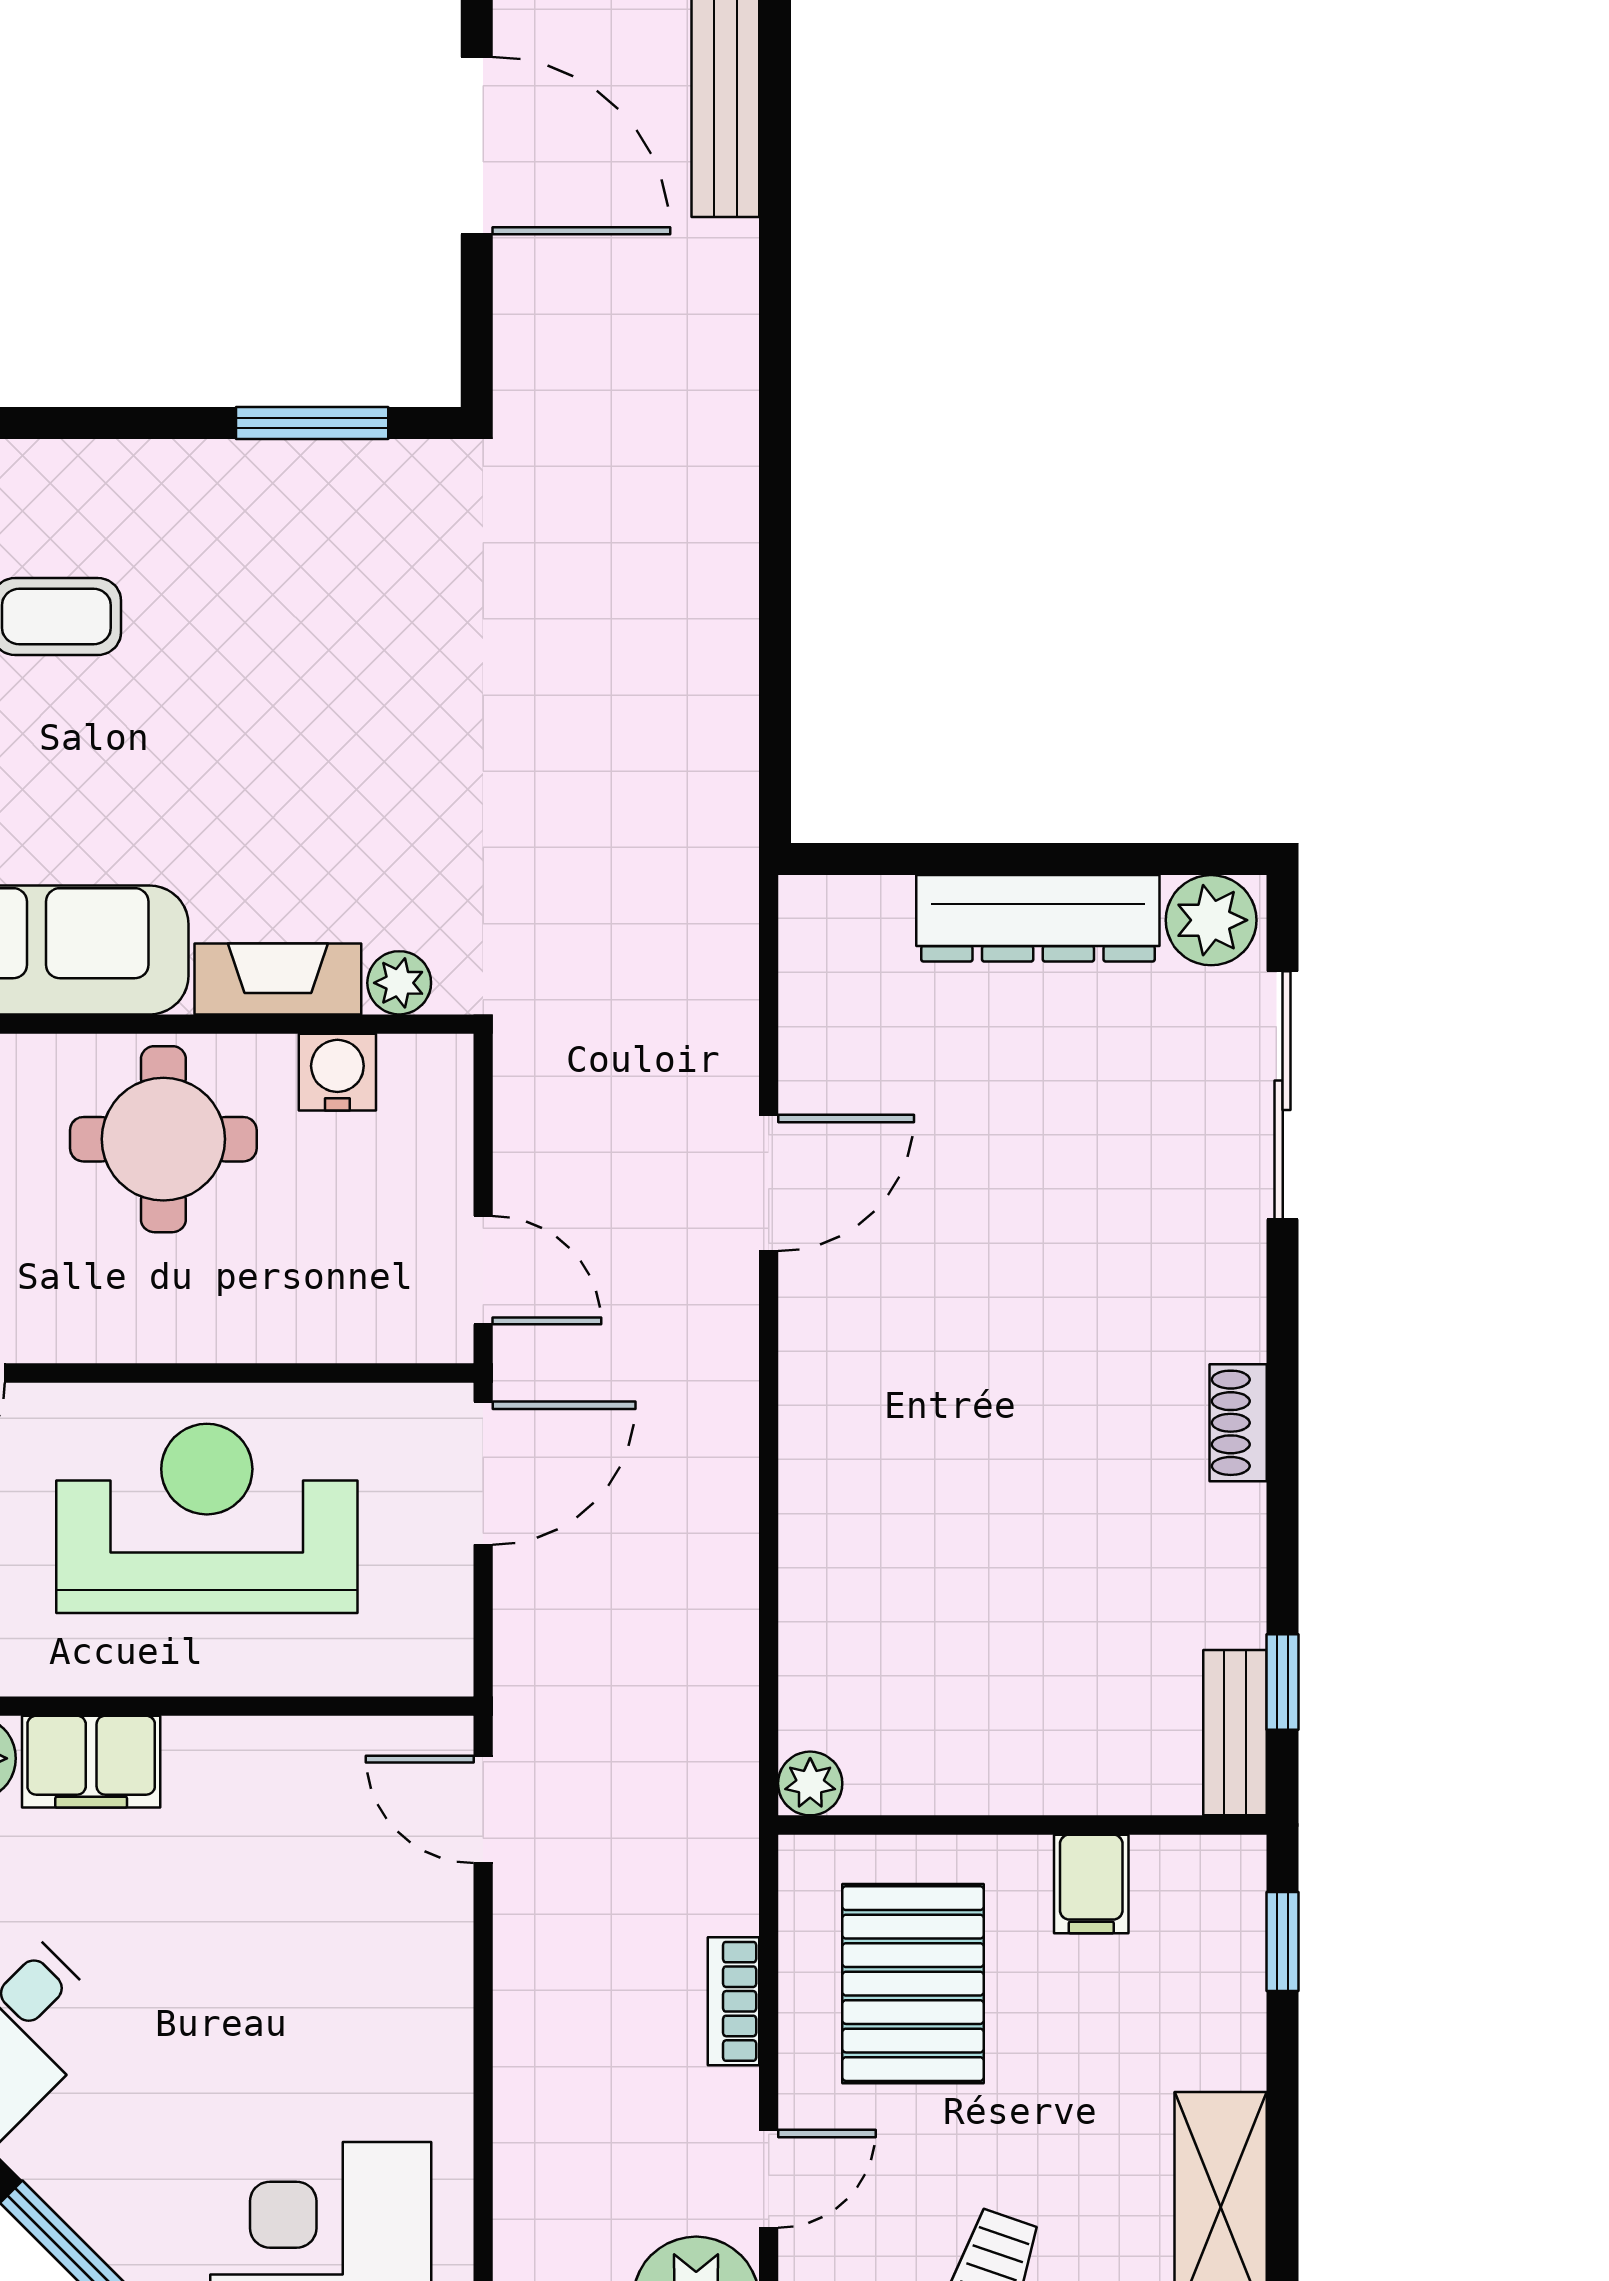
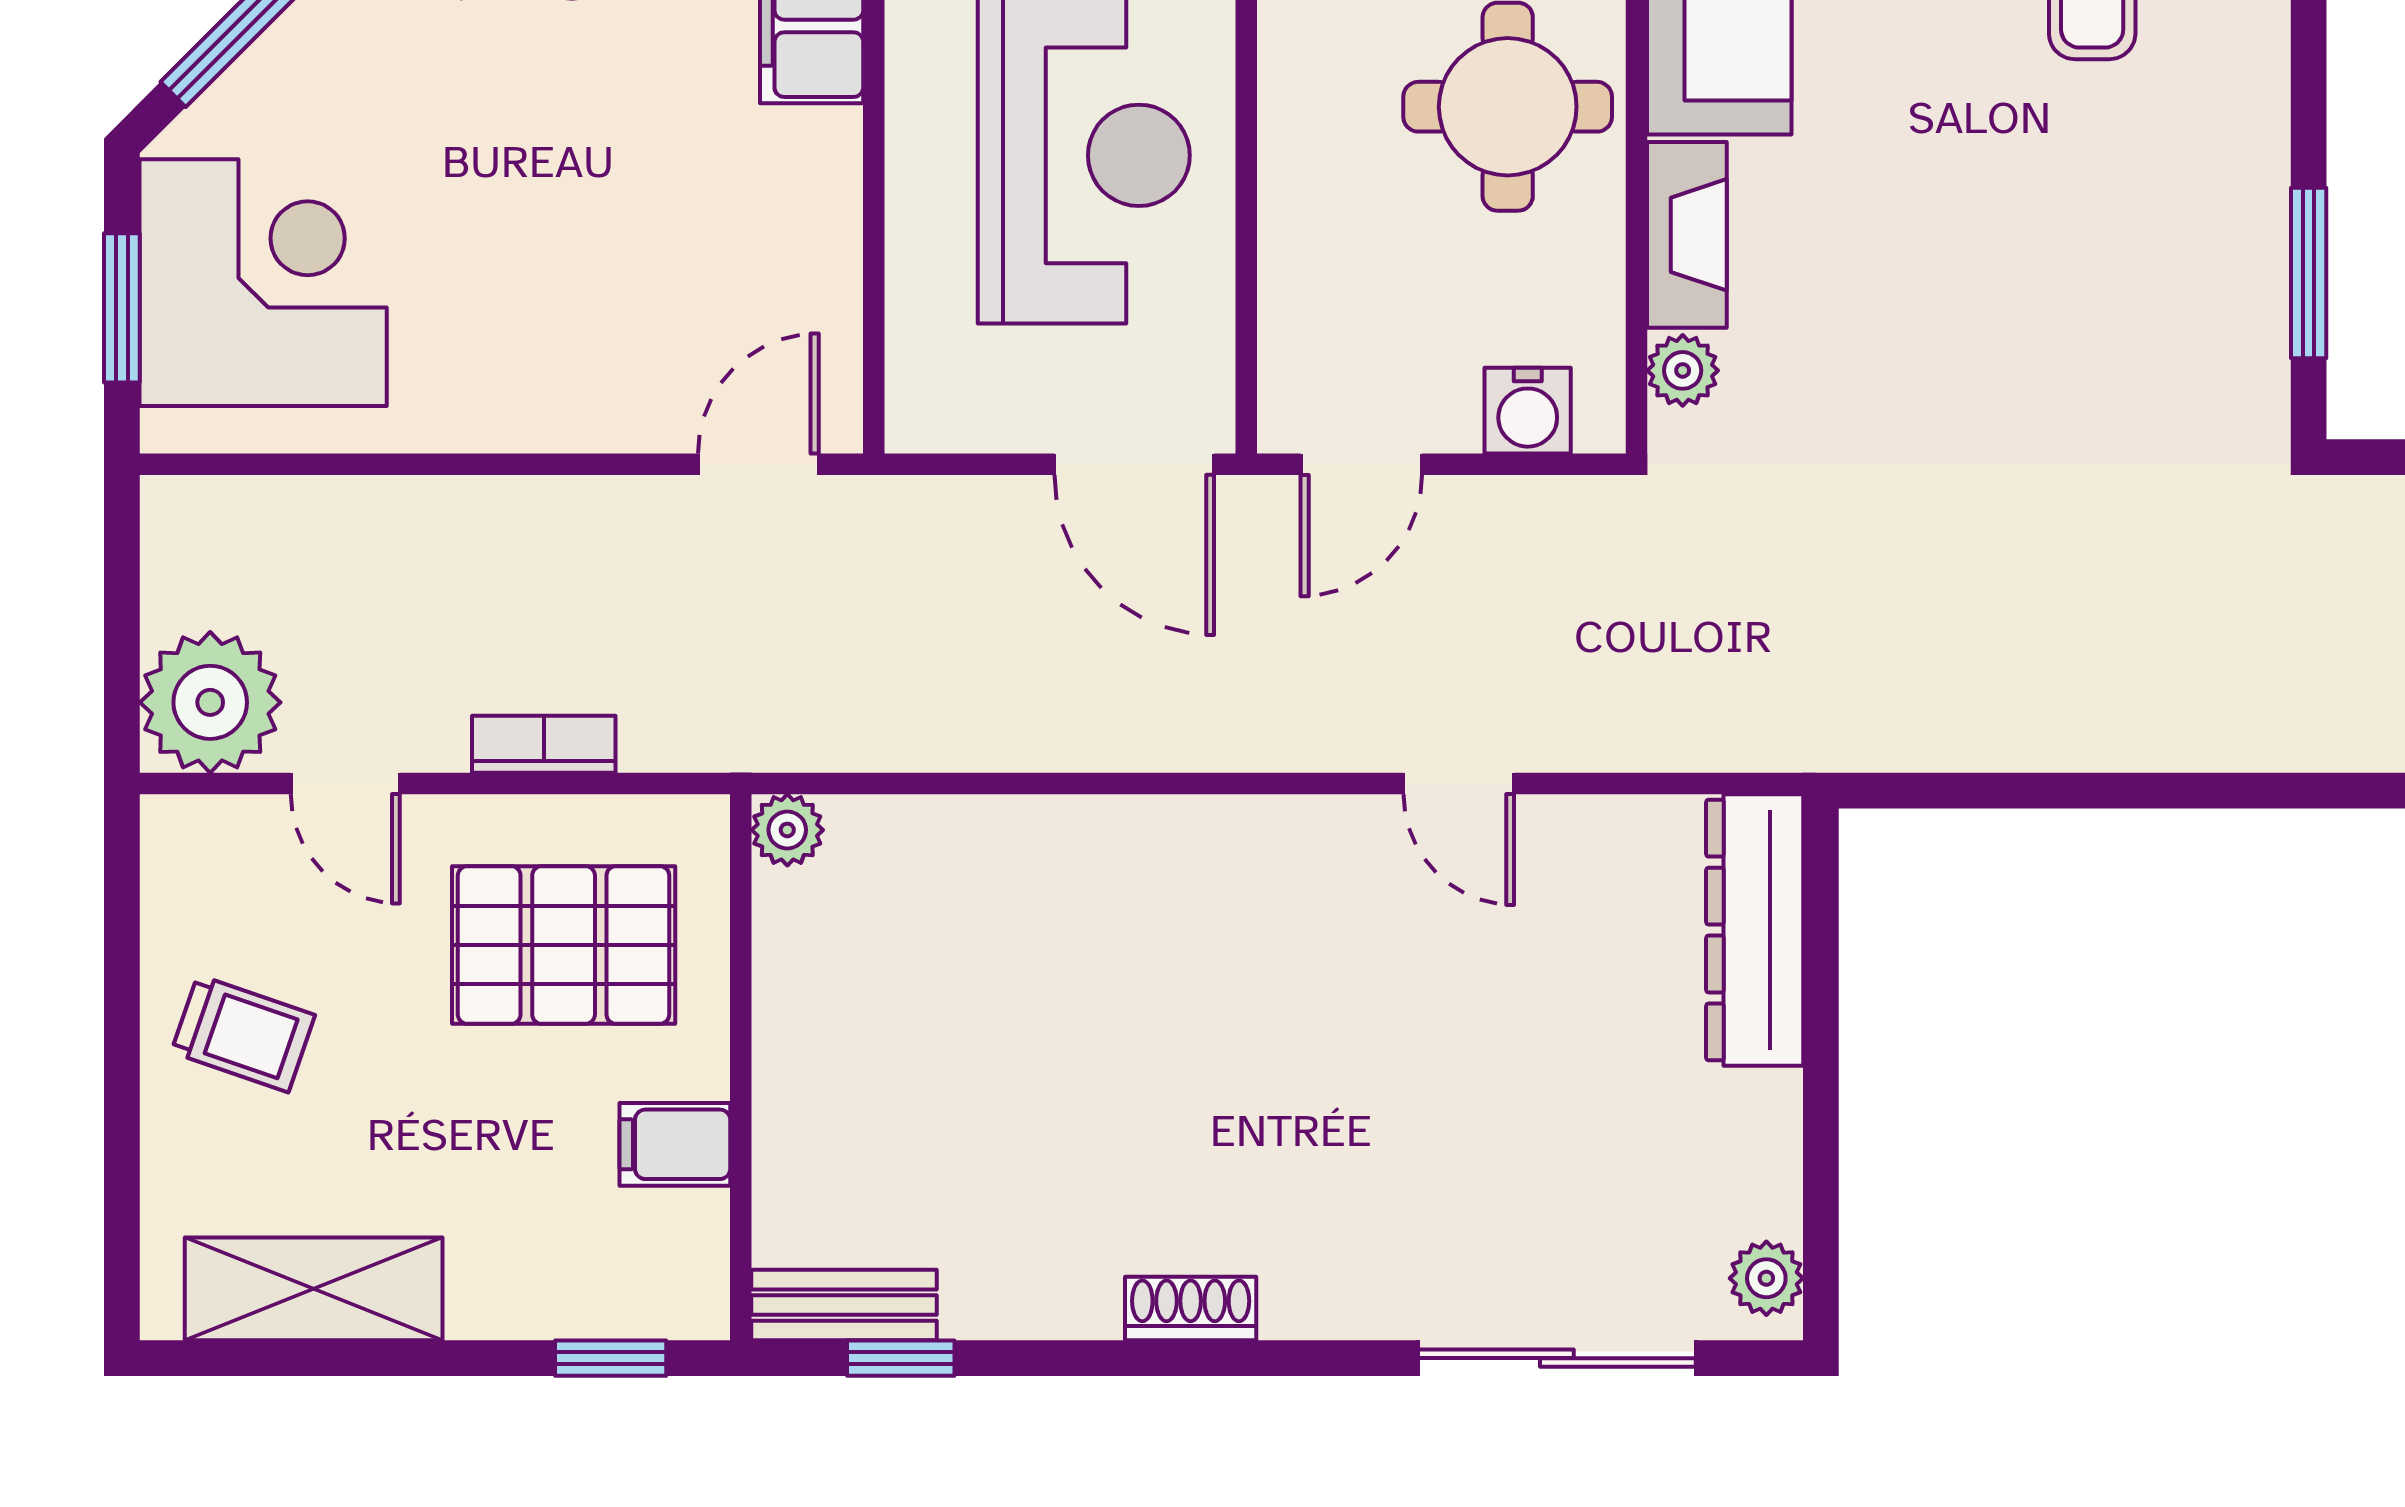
dresser: (1038, 918) -> (1755, 930), moved
plant: (1211, 920) -> (1766, 1278), width x0.73, depth x0.73
water cooler: (337, 1072) -> (1528, 411), moved, turned 90
door: (769, 1183) -> (1459, 784), width x0.73

